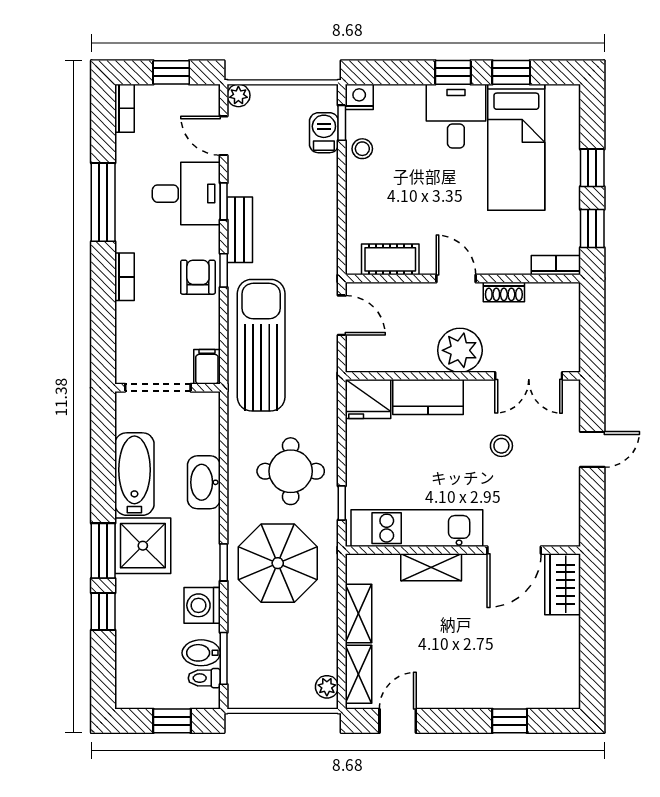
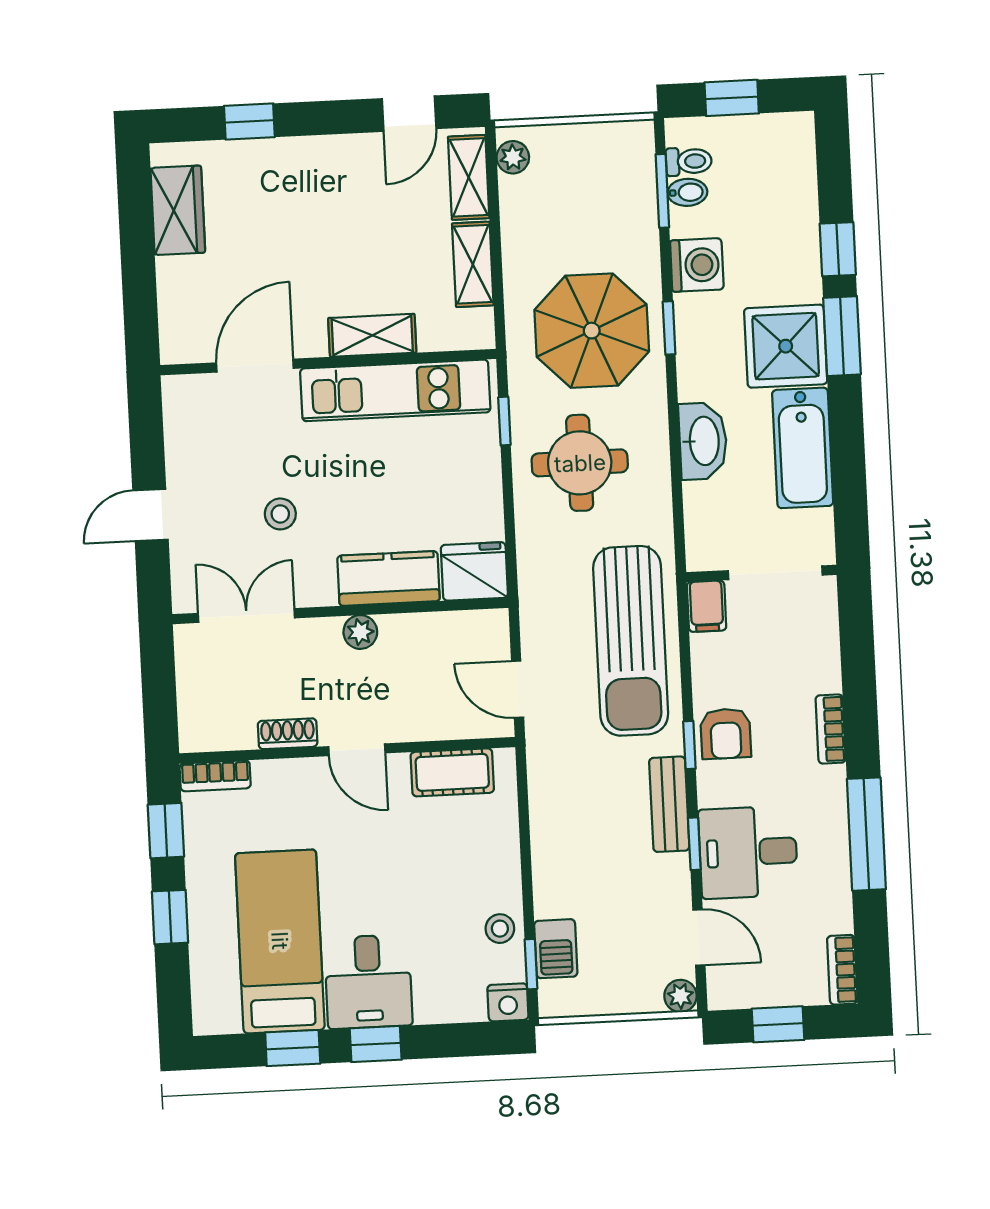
plant: (460, 350) -> (360, 632), width x0.53, depth x0.53
wardrobe: (563, 584) -> (178, 210), moved
bidet: (201, 653) -> (687, 192), width x0.72, depth x0.74

